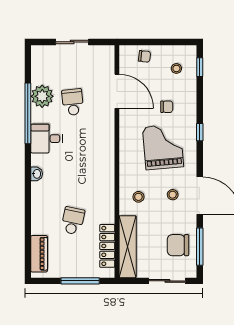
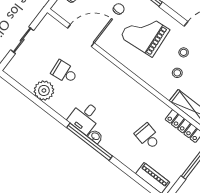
window: (28, 113) -> (90, 142), moved
desk: (46, 139) -> (85, 117), moved
stool: (138, 197) -> (177, 73), moved

